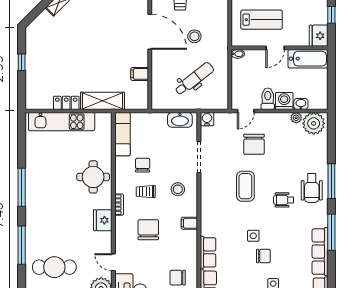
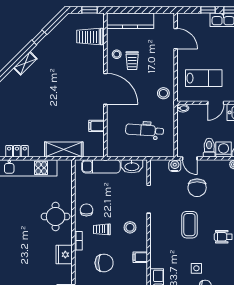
stool: (194, 36) -> (163, 93), moved
dental chair: (194, 79) -> (145, 130), turned -138
locker: (66, 103) -> (17, 151), moved
door: (246, 111) -> (190, 158), hinge flipped
water cooler: (207, 119) -> (175, 166), moved
exam couch: (122, 134) -> (101, 166), moved, turned 90
chair: (143, 165) -> (86, 210), moved
chair: (148, 230) -> (104, 263), turned 90

